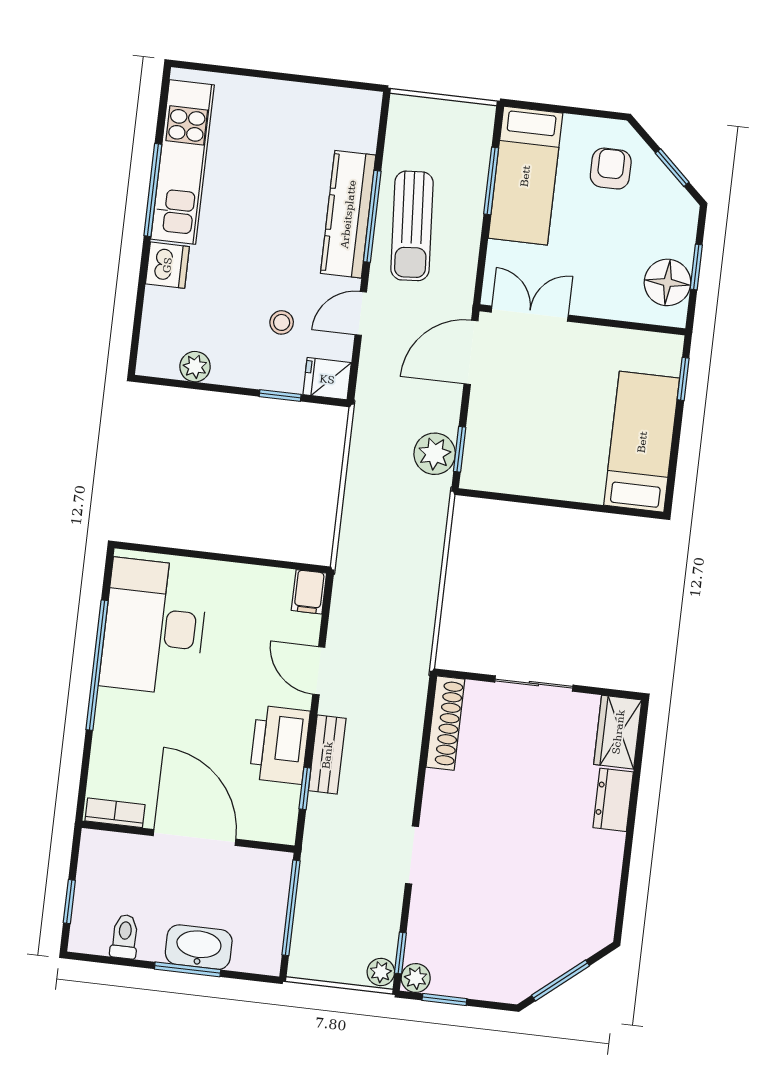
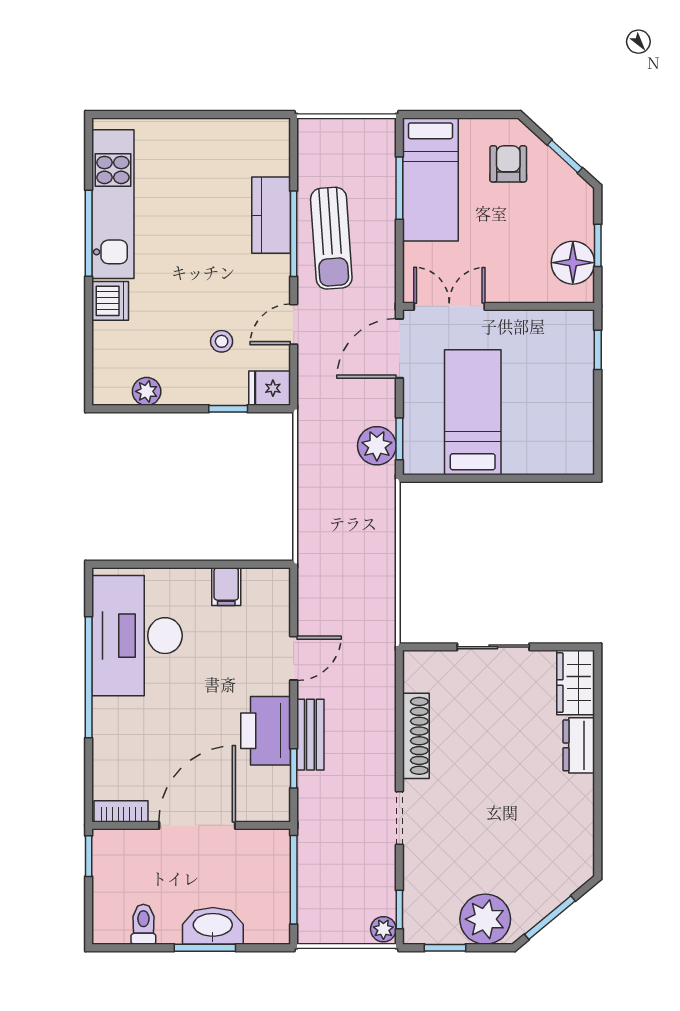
kitchen counter: (348, 214) -> (271, 215), width x0.67
bed: (642, 442) -> (473, 412), moved
filing cabinet: (309, 592) -> (226, 587), moved
door: (319, 671) -> (294, 658), swing flipped
shoe rack: (445, 723) -> (416, 736), moved
door: (195, 837) -> (197, 825), hinge flipped
window: (69, 902) -> (89, 856), moved
plant: (416, 978) -> (485, 919), moved, width x1.88, depth x1.88

